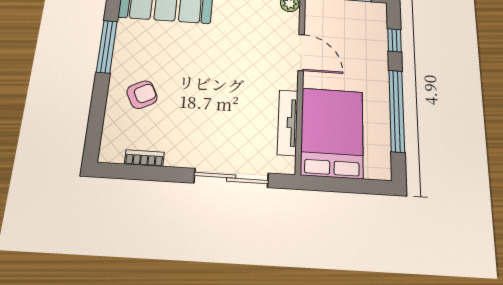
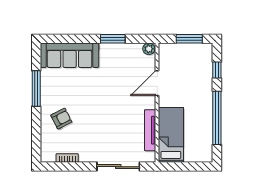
door: (301, 52) -> (157, 83), swing flipped
bed: (332, 133) -> (171, 135), width x0.67

